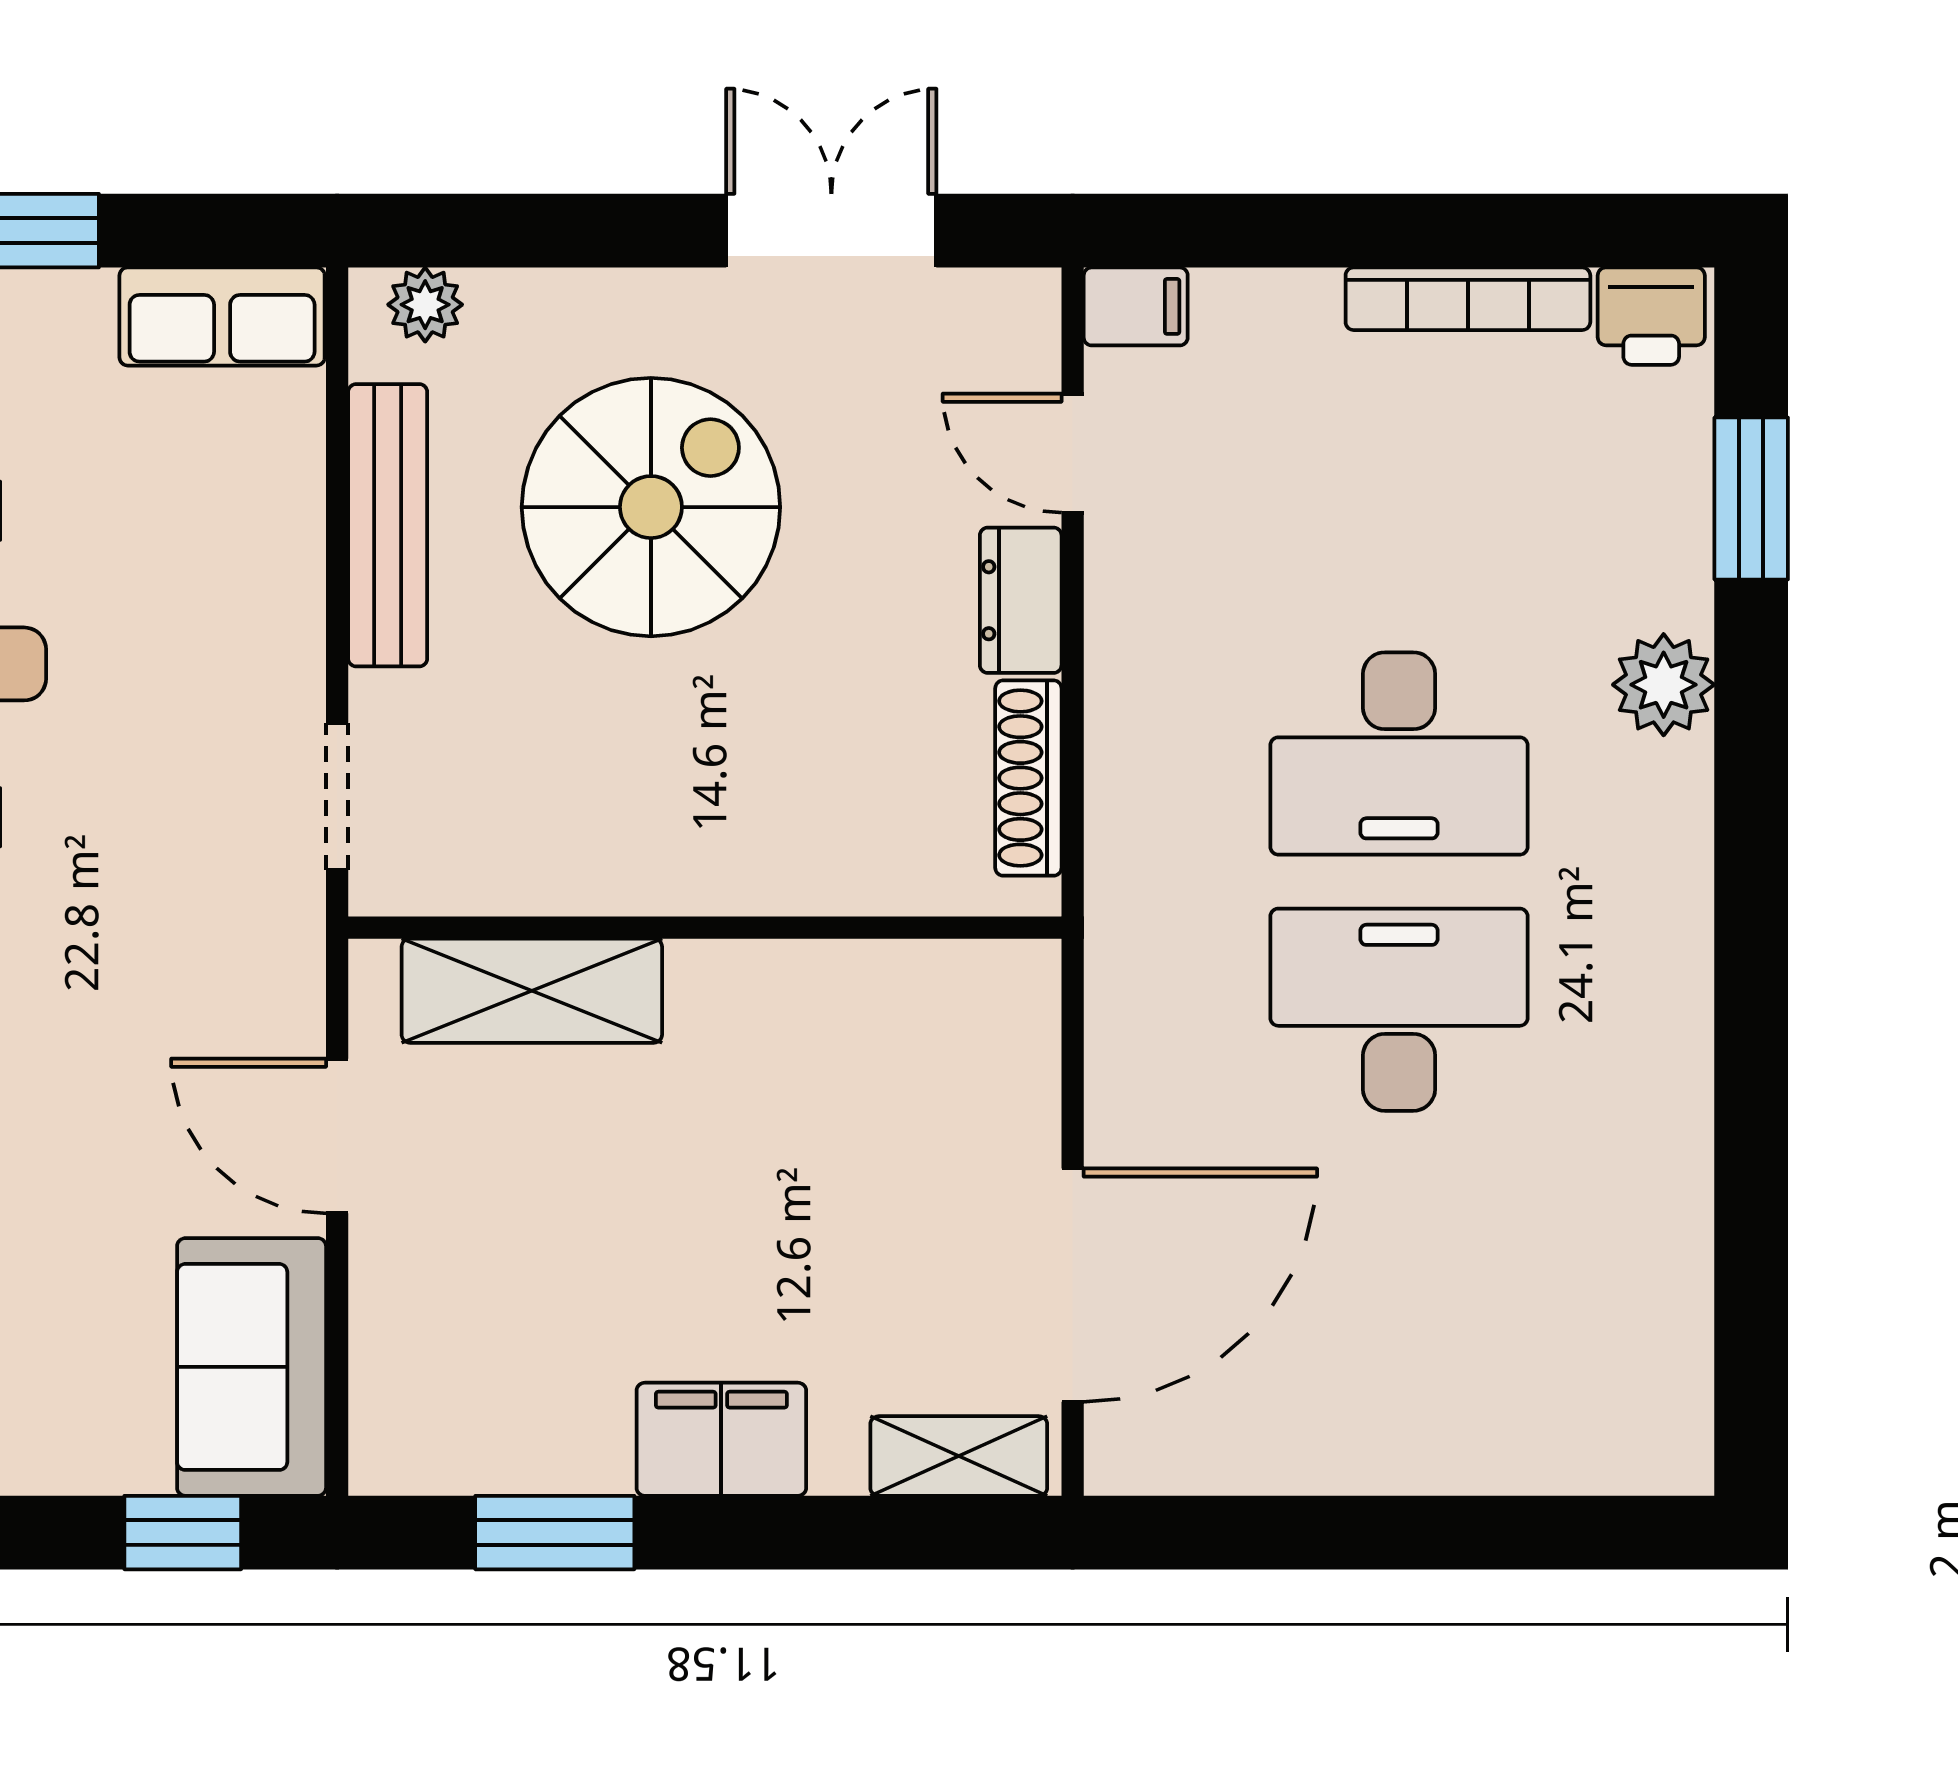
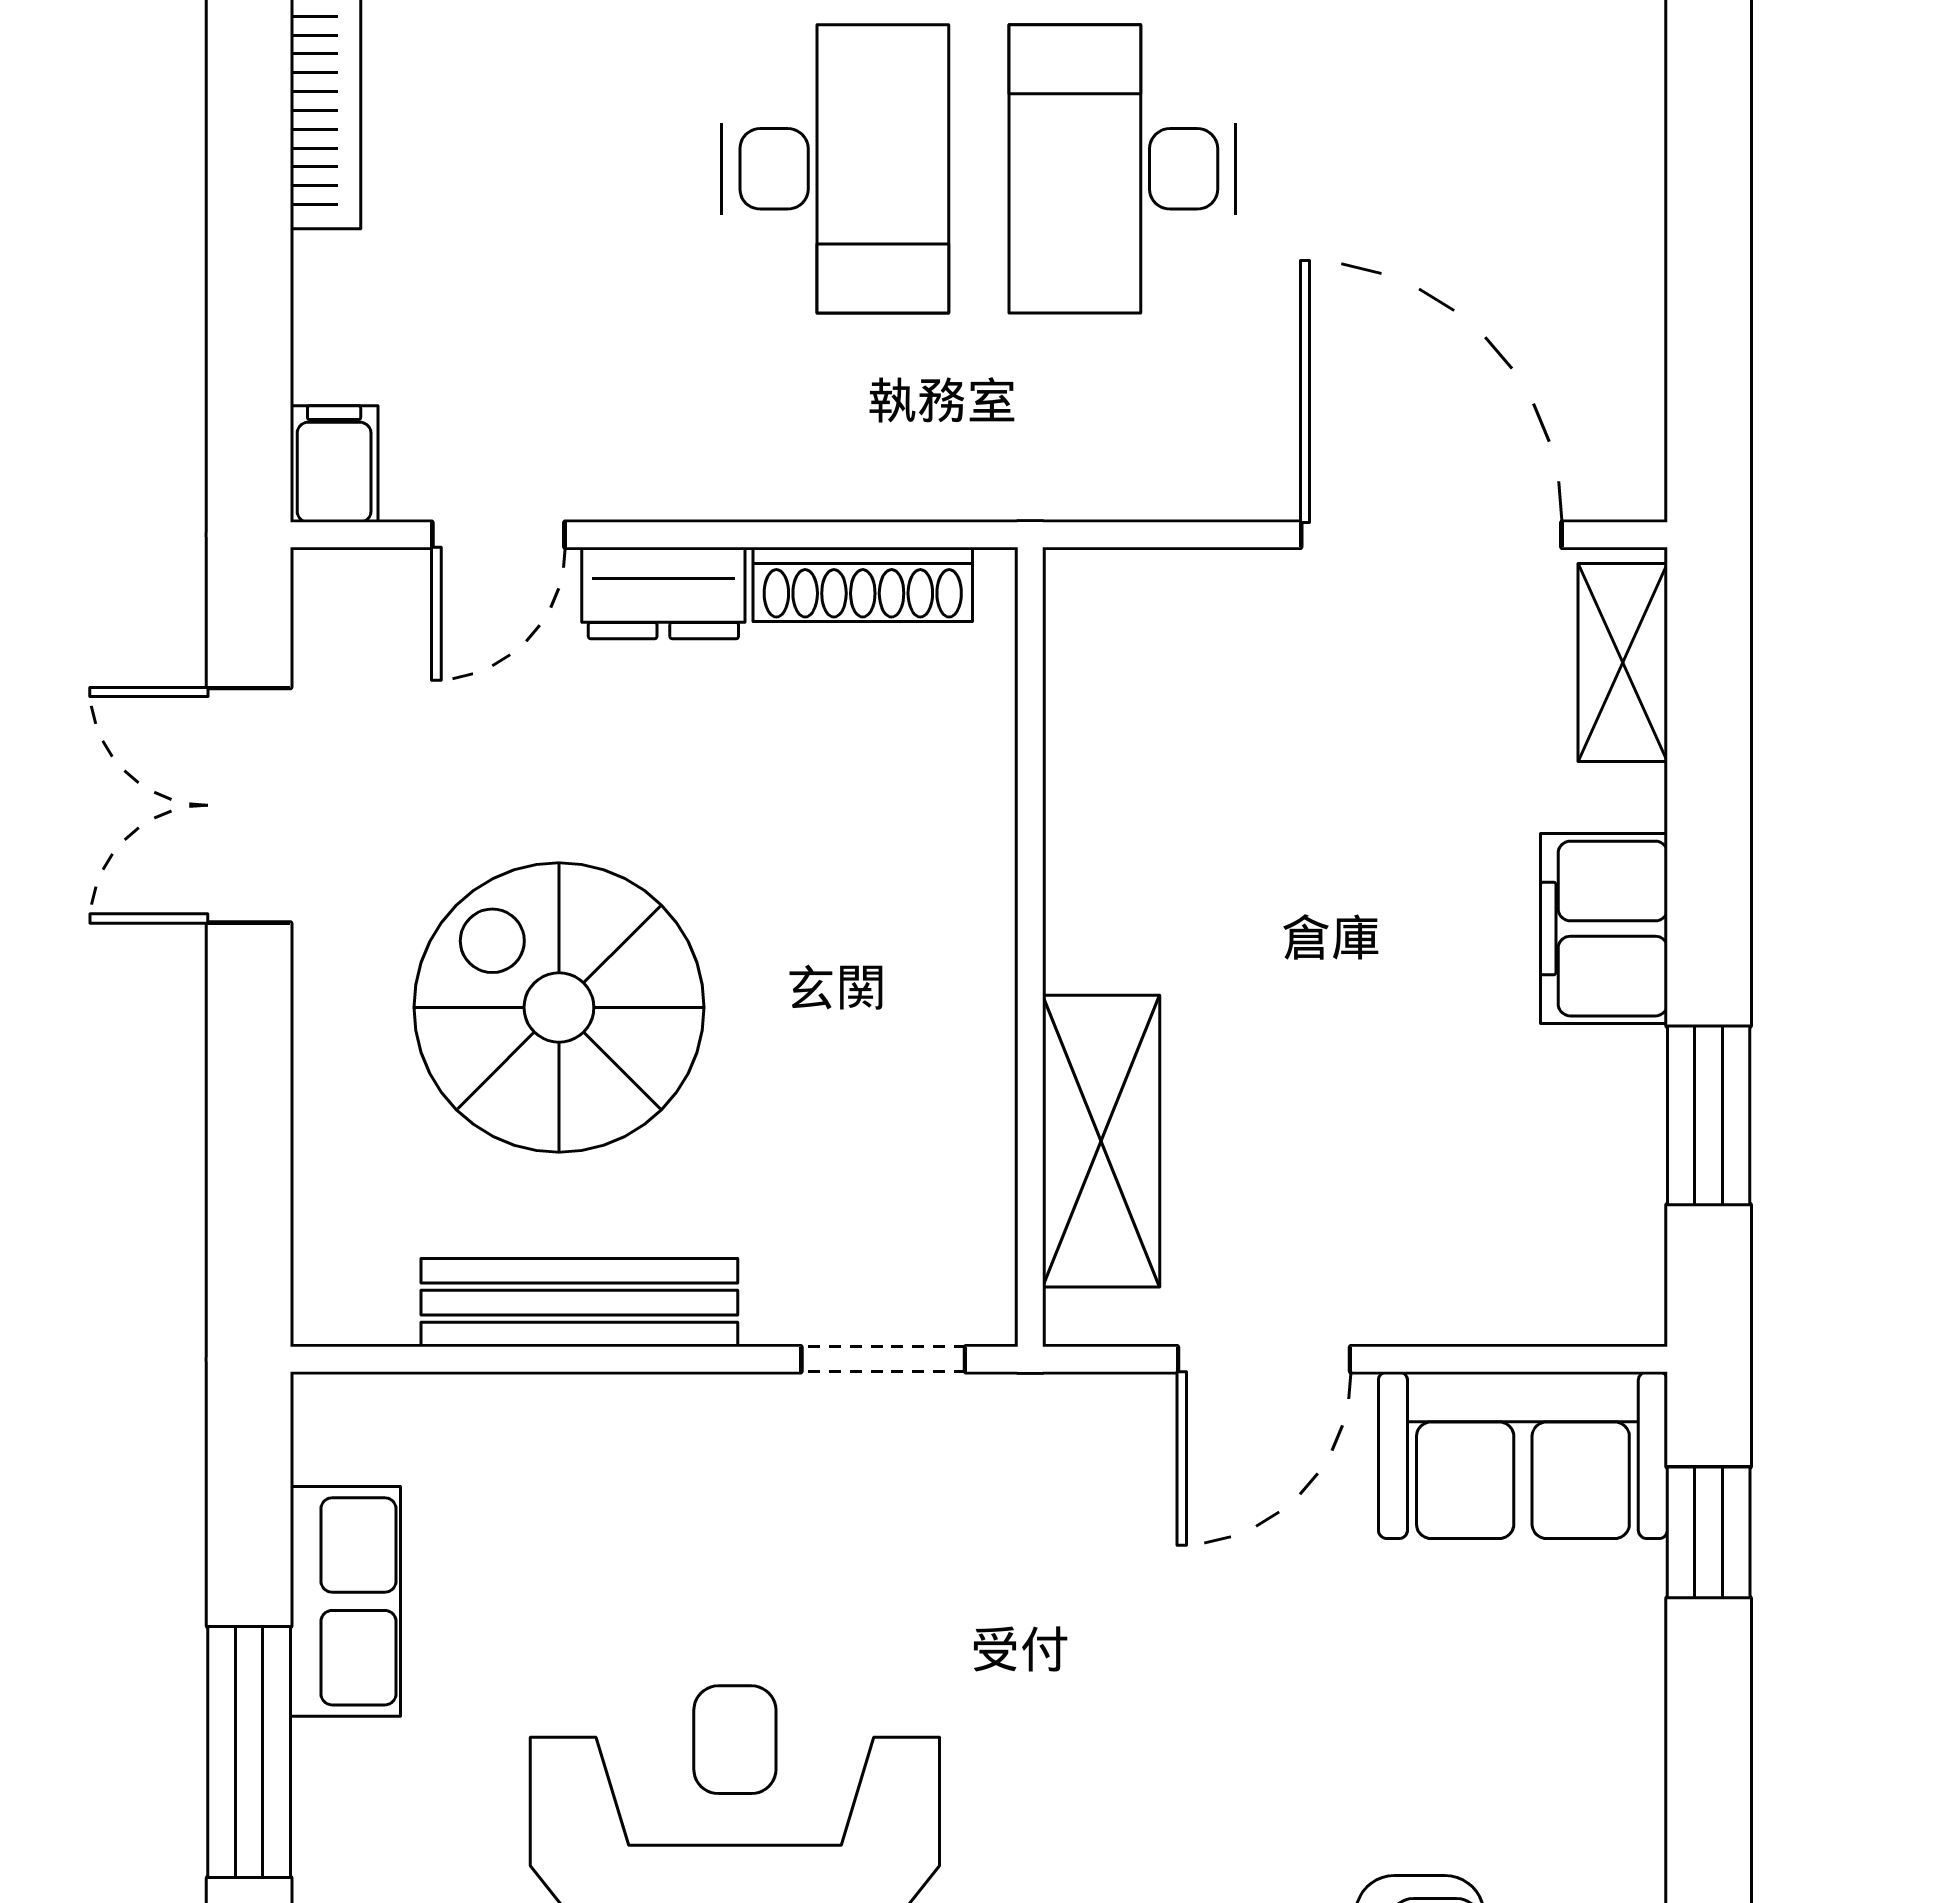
plant: (425, 305) -> (332, 1261), removed
row of seats: (222, 316) -> (345, 1601), moved

